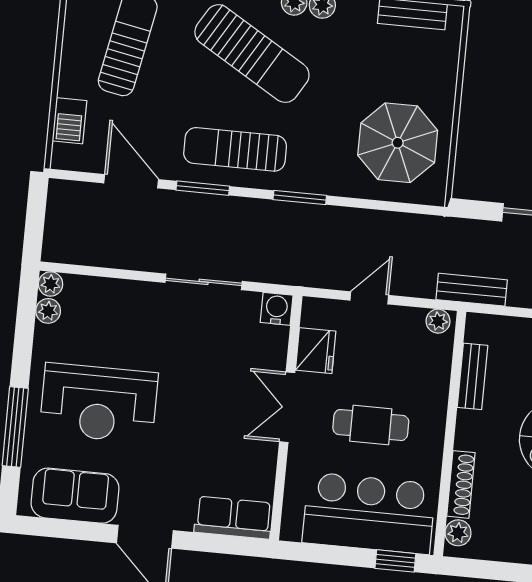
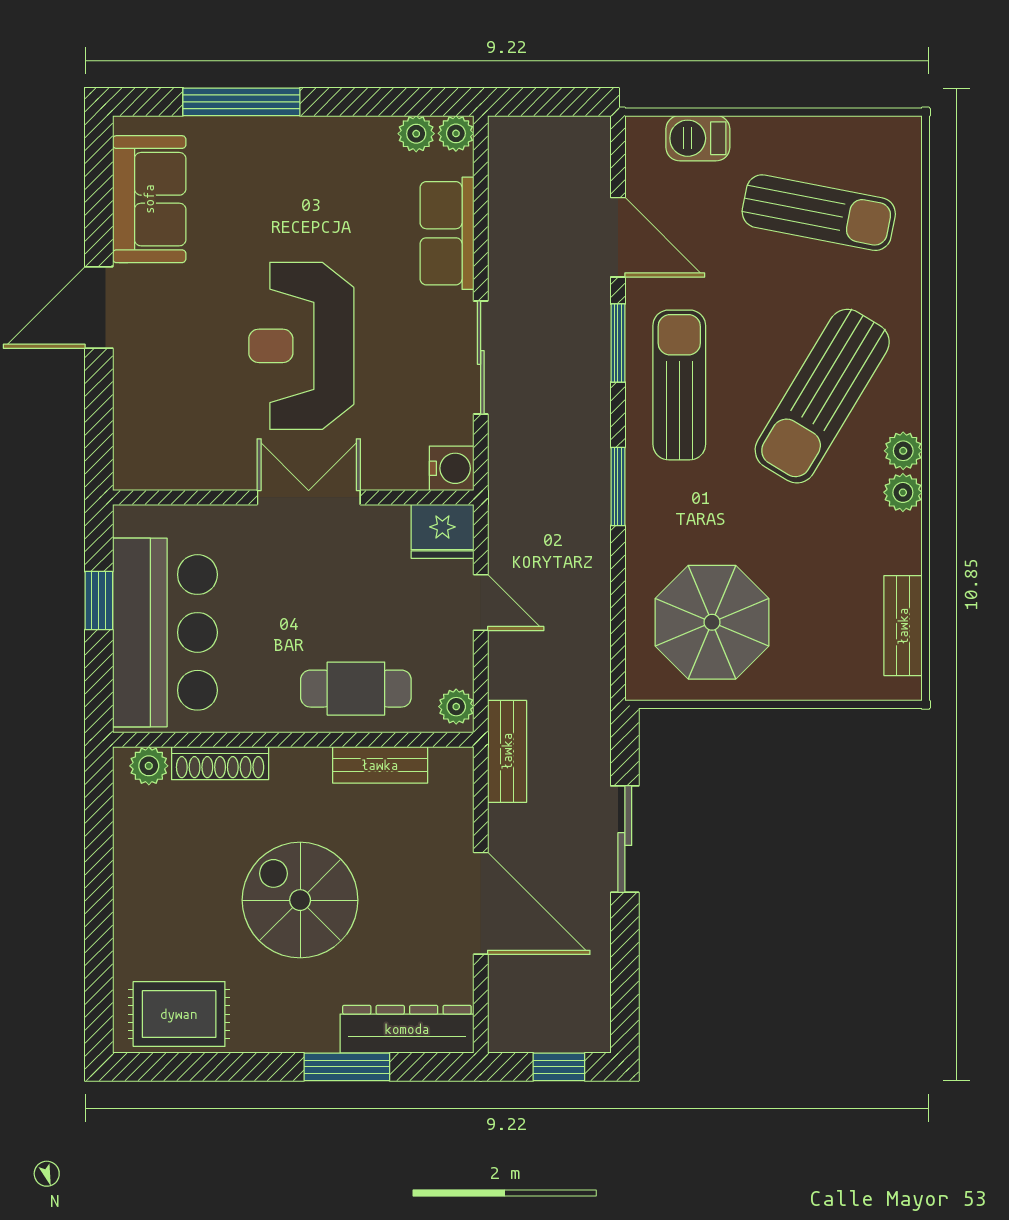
door: (131, 181) -> (618, 237), hinge flipped
fridge: (316, 351) -> (442, 531), moved
reception desk: (99, 403) -> (301, 346), moved
cafe table: (371, 425) -> (356, 689), moved, turned 90
row of seats: (233, 518) -> (447, 233), moved, turned 180
window: (395, 561) -> (99, 601), moved

